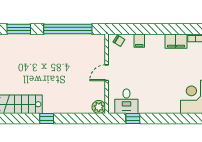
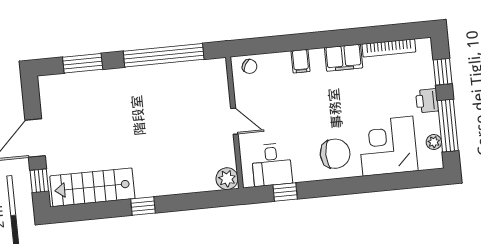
filing cabinet: (139, 41) -> (301, 61), moved
door: (107, 73) -> (234, 121), swing flipped
chair: (165, 98) -> (335, 154), added

